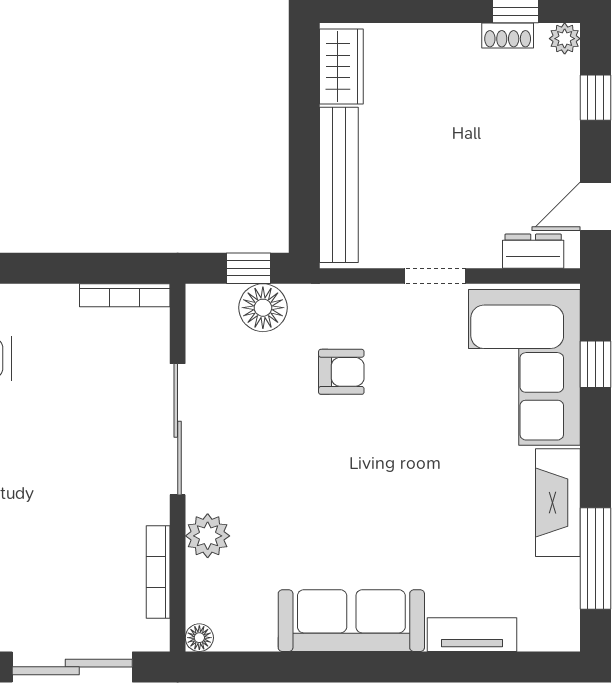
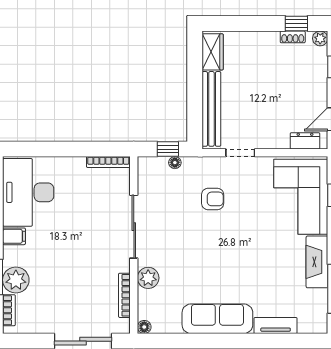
doorway: (435, 276) -> (240, 153), moved
floor lamp: (263, 308) -> (175, 163), width x0.53, depth x0.53

